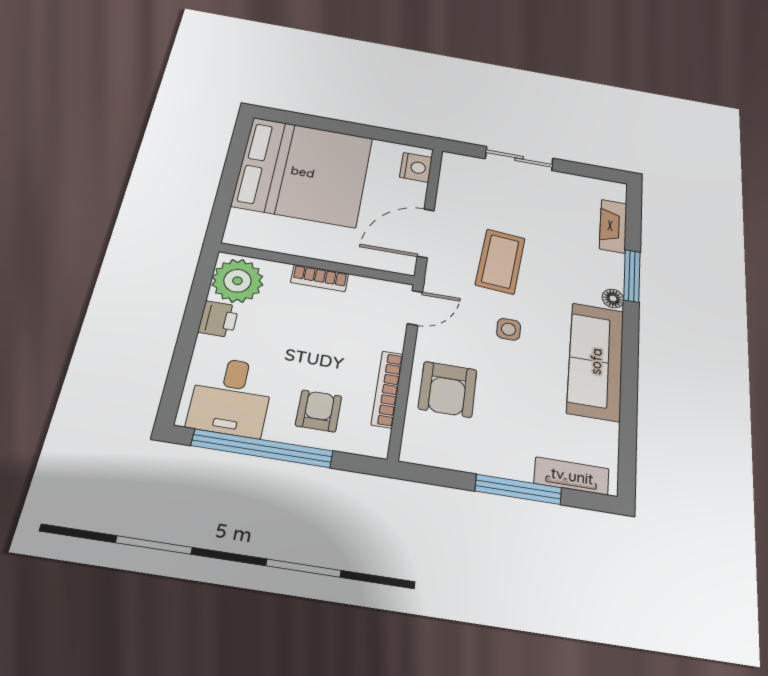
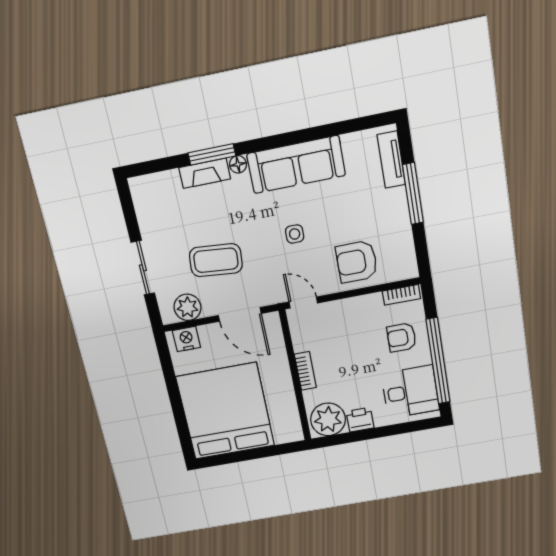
plant: (455, 183) -> (187, 307), added
fireplace: (613, 226) -> (205, 173), moved
coffee table: (500, 261) -> (216, 260), moved
bookcase: (387, 389) -> (401, 295), moved, width x0.64
armchair: (448, 389) -> (357, 262), turned 180

